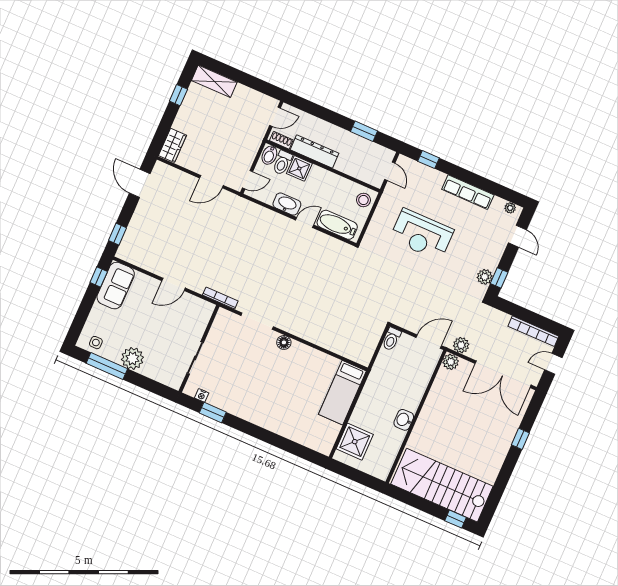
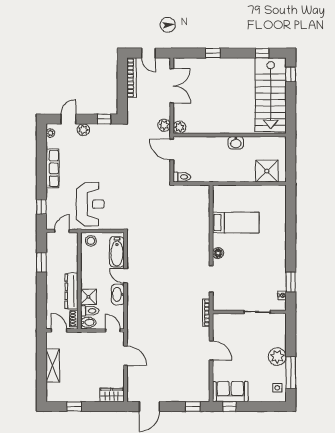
shelving: (214, 81) -> (53, 366), moved
reception desk: (422, 234) -> (90, 204), moved
plant: (485, 277) -> (83, 130), moved
double door: (503, 374) -> (172, 86), width x0.73
bed: (342, 393) -> (236, 223), moved
window: (495, 497) -> (262, 53), added

